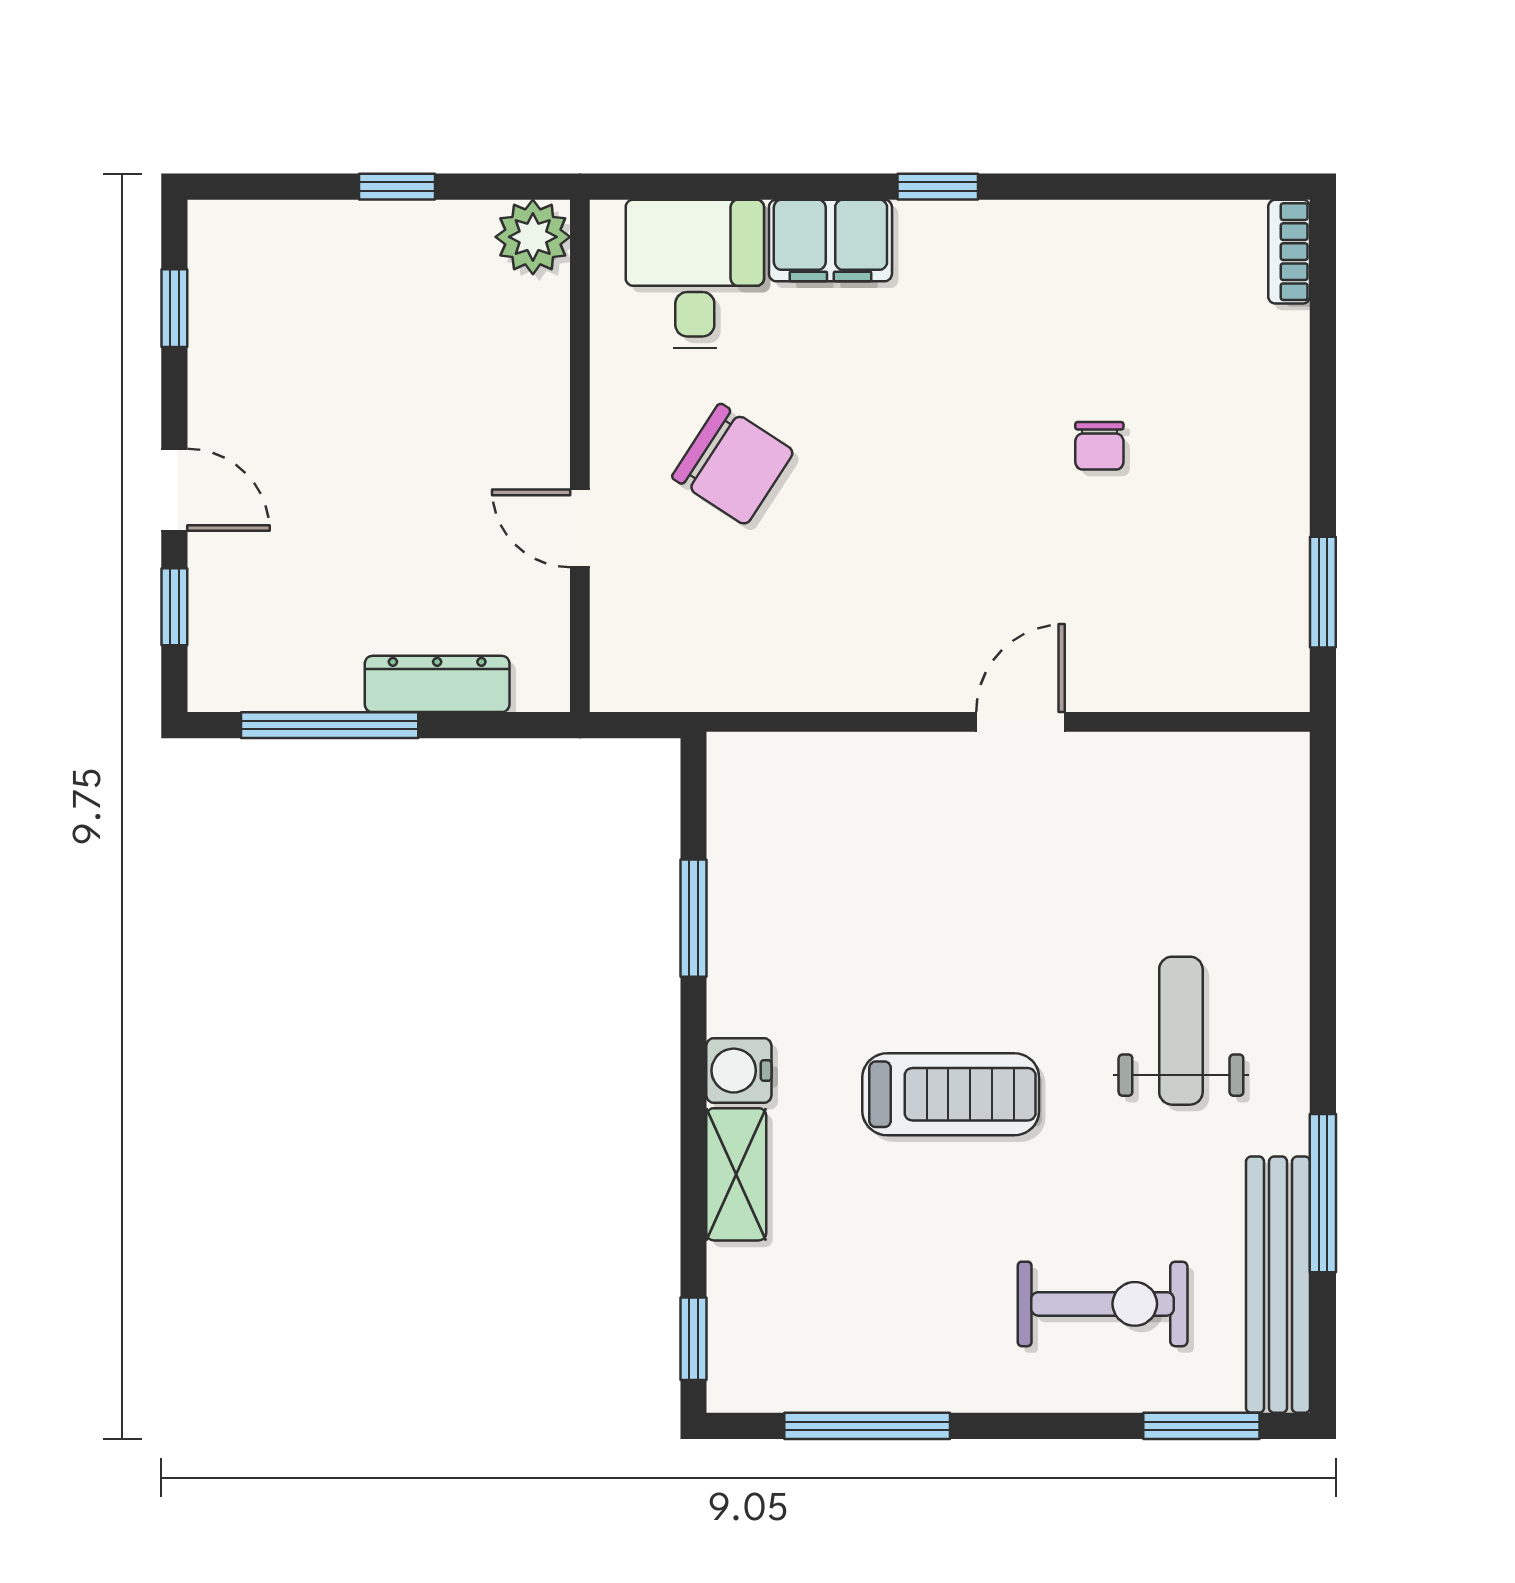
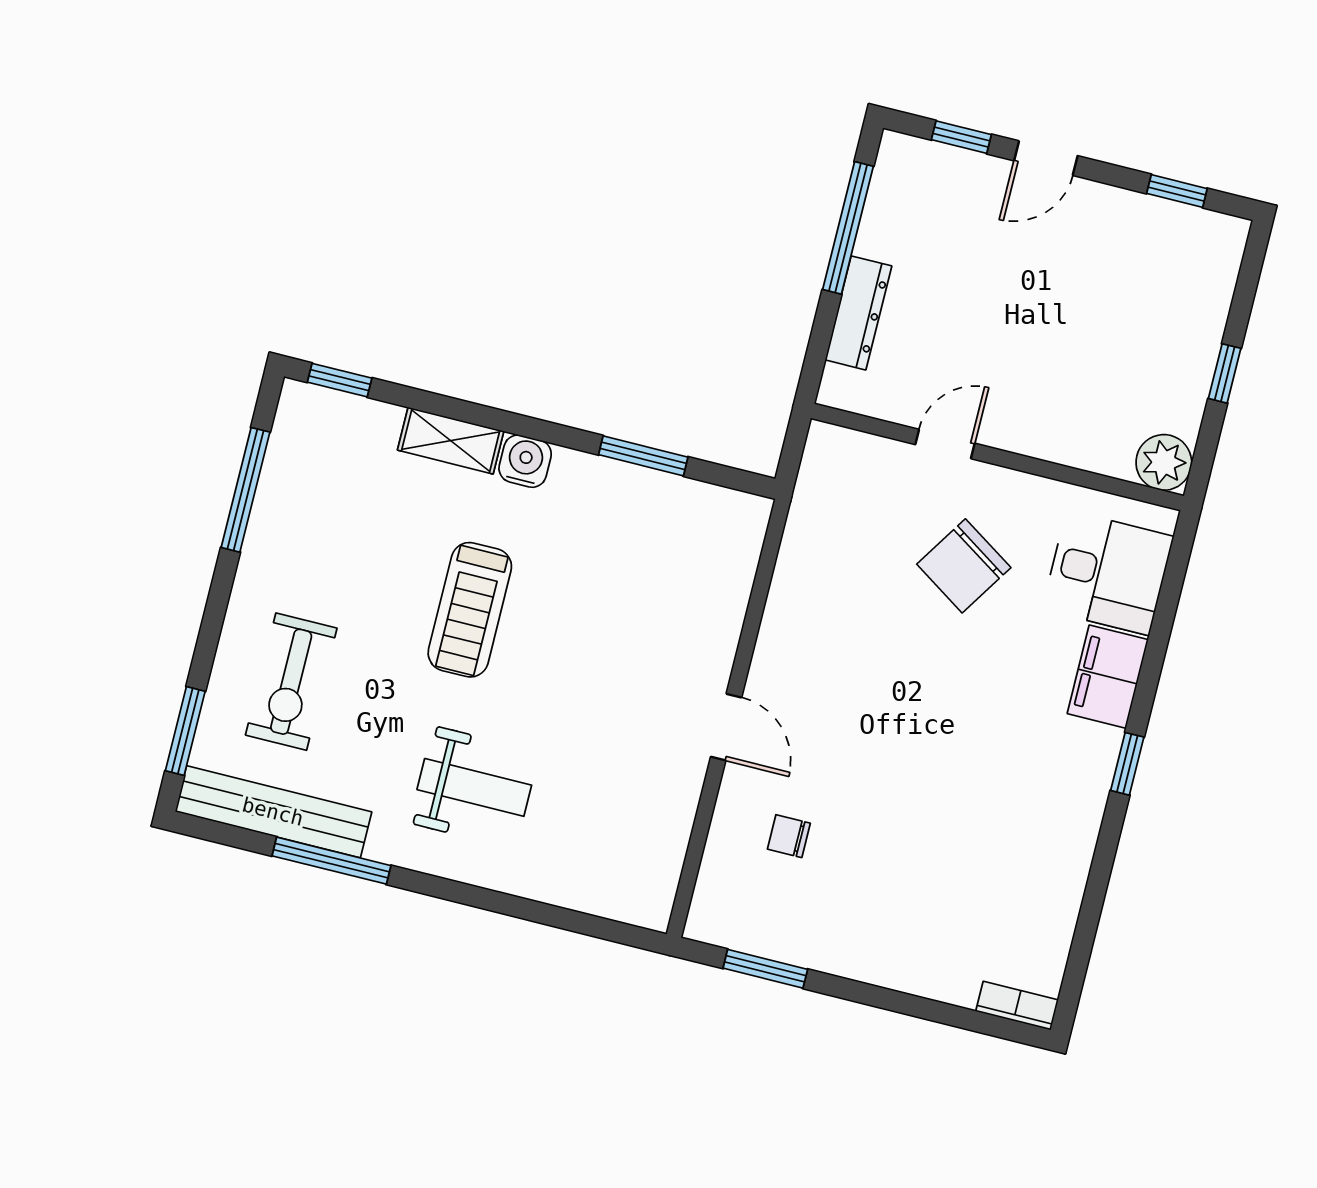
chair: (1099, 446) -> (789, 836), moved

